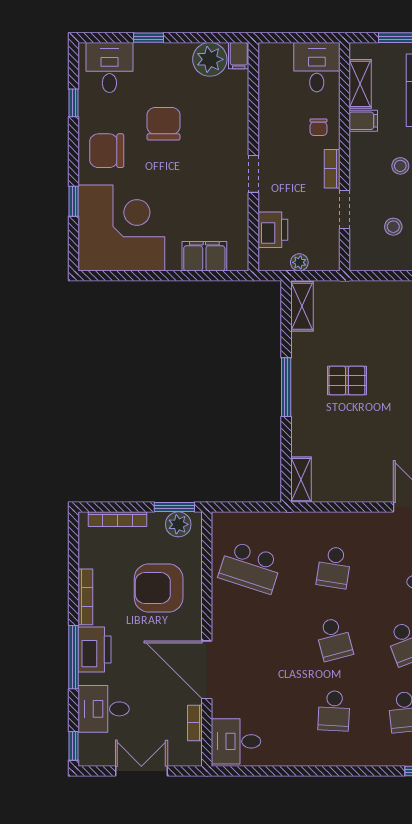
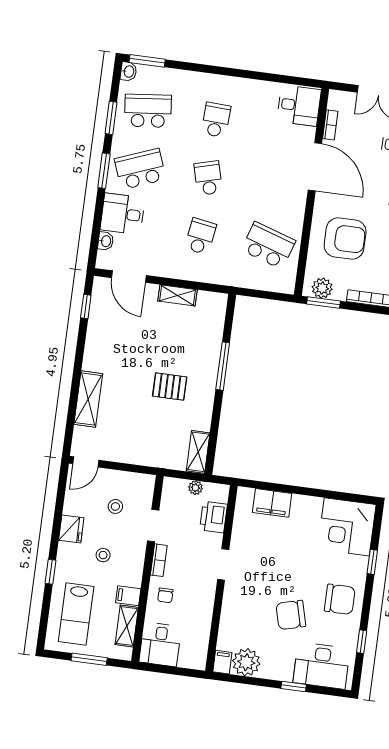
desk: (109, 67) -> (322, 666), width x1.37
chair: (163, 124) -> (291, 615), turned 75
chair: (318, 127) -> (165, 595), turned 180
corner desk: (121, 228) -> (347, 527), width x0.74, depth x0.74
window: (286, 387) -> (223, 366), moved
shelving: (301, 480) -> (177, 295), moved, turned 90

